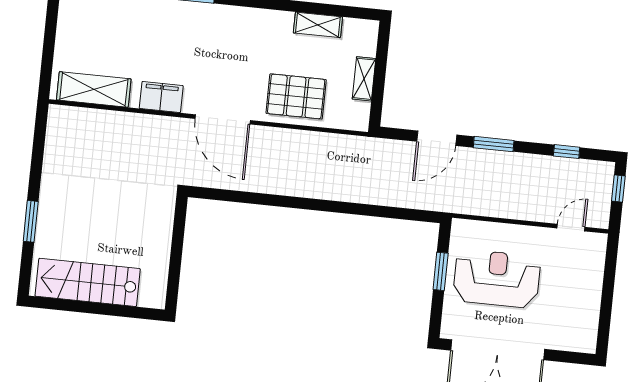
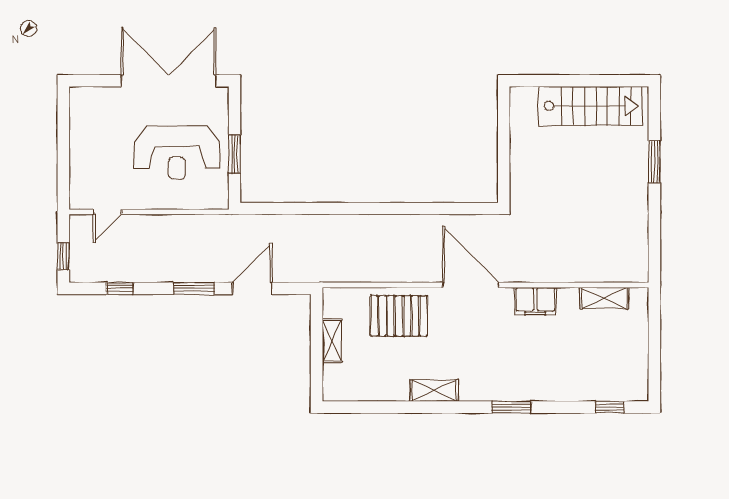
shelving: (318, 25) -> (434, 391), moved
shelving: (94, 89) -> (604, 298), width x0.67, depth x0.75

